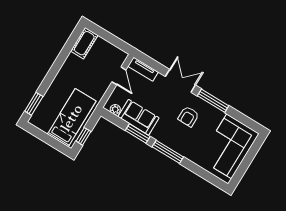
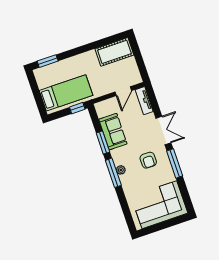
cot: (84, 43) -> (114, 52), width x1.37, depth x1.34
plant: (115, 109) -> (121, 170), moved
armchair: (188, 117) -> (148, 160), turned -90
window: (83, 136) -> (77, 108), moved

